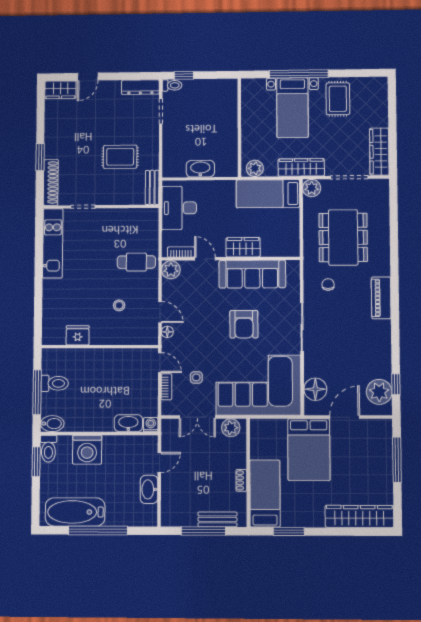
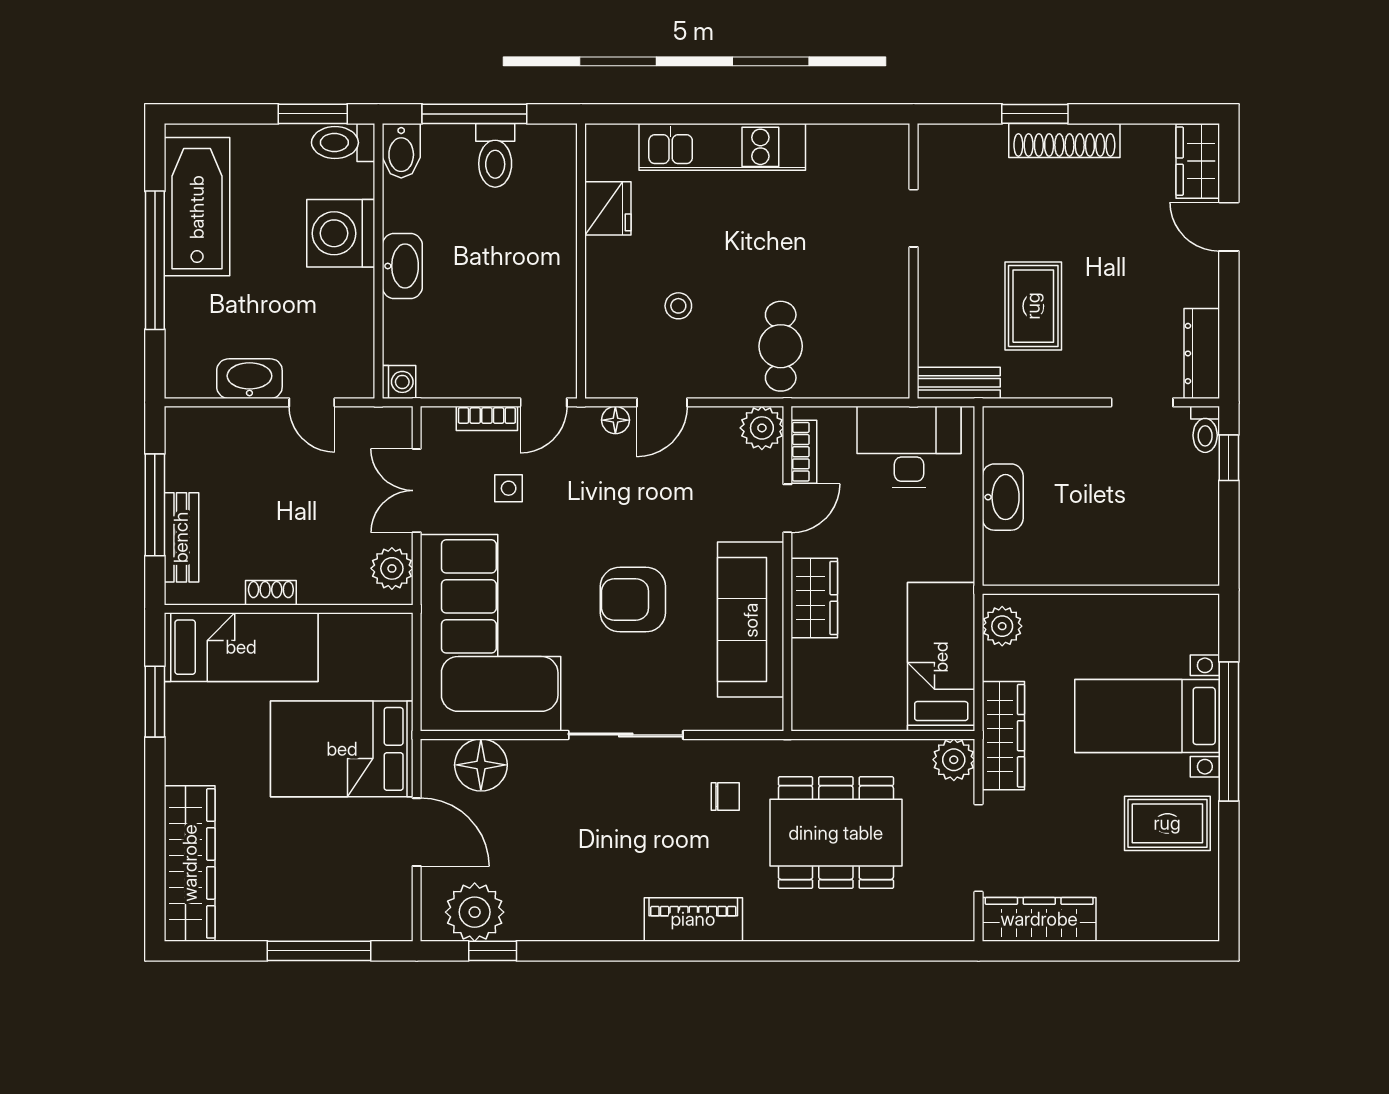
shoe rack: (51, 182) -> (1064, 141), moved
kitchen unit: (53, 243) -> (722, 147), moved
washbasin: (128, 423) -> (402, 266), moved

